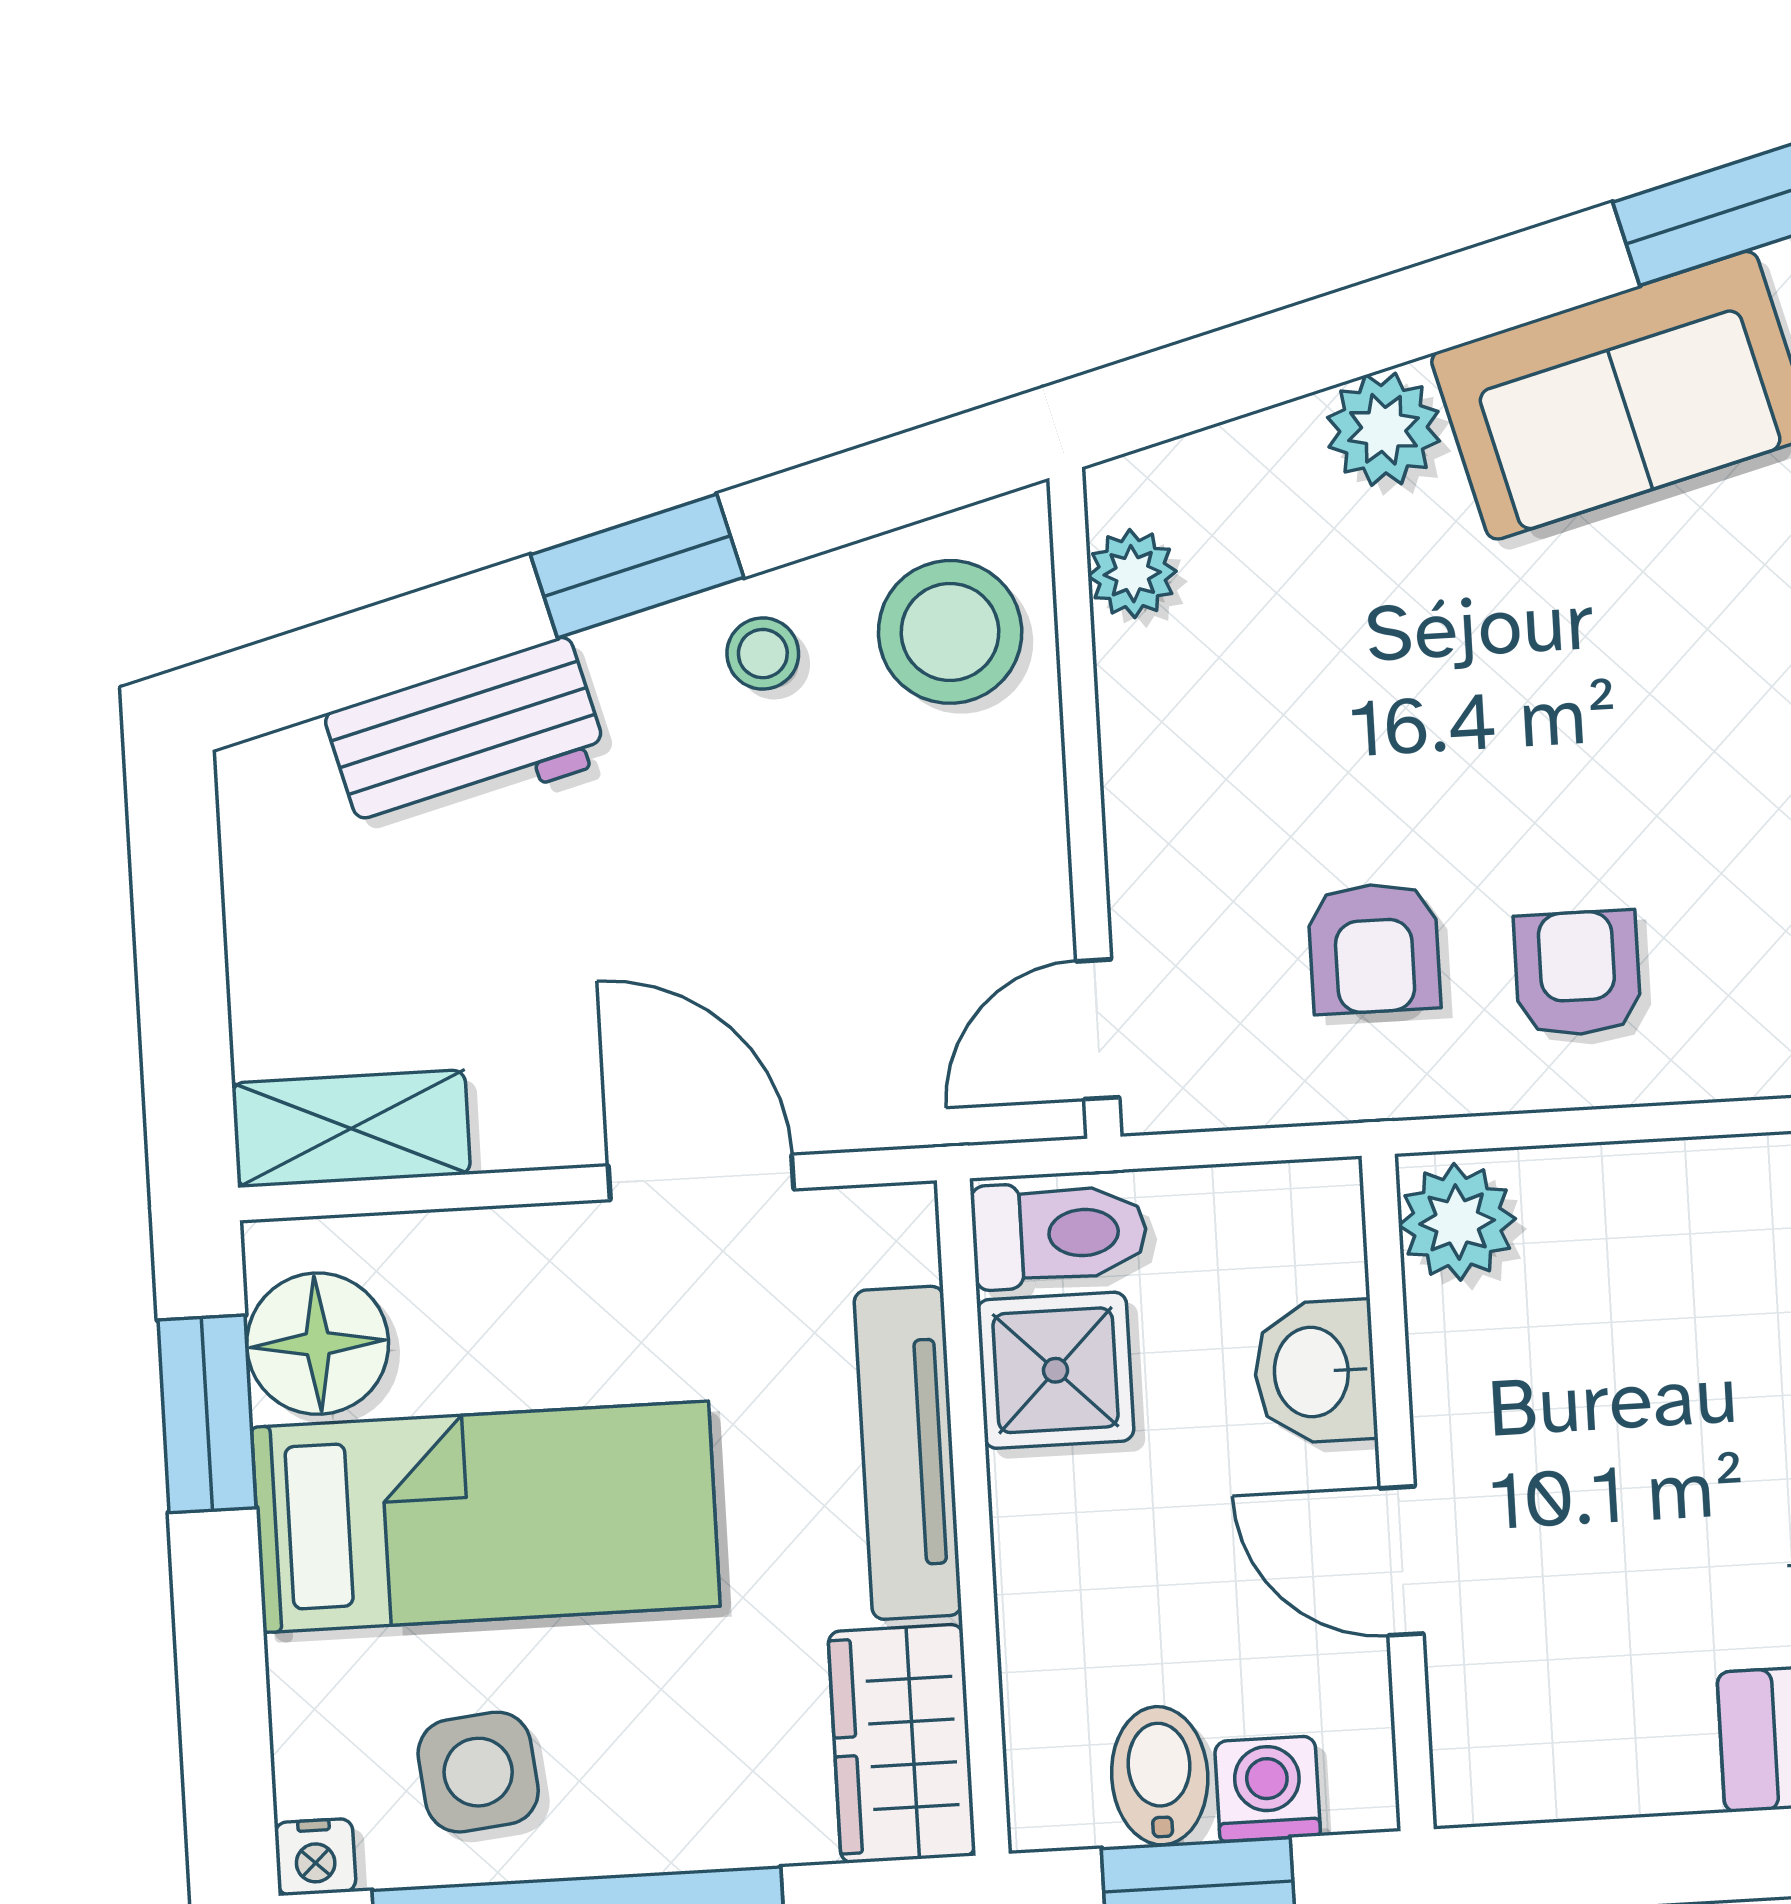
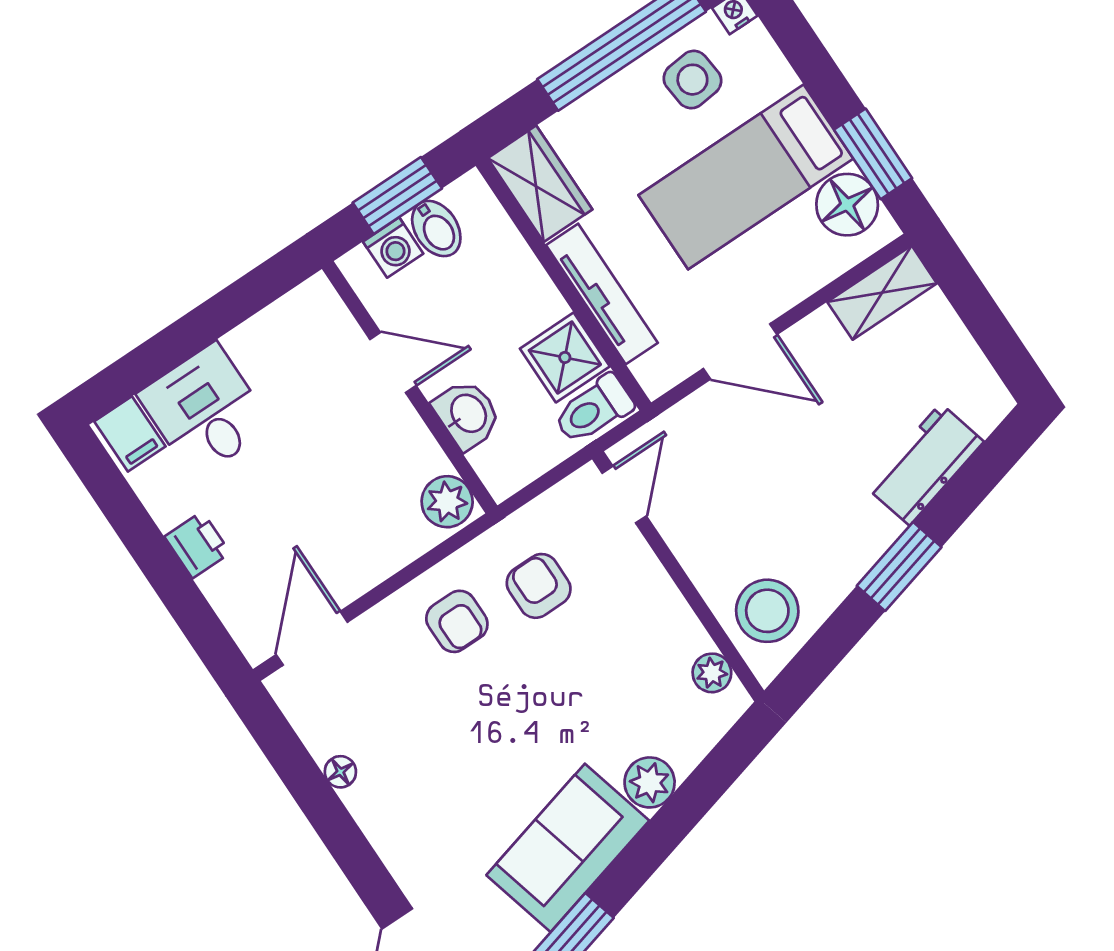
stool: (763, 654) -> (833, 561), removed

